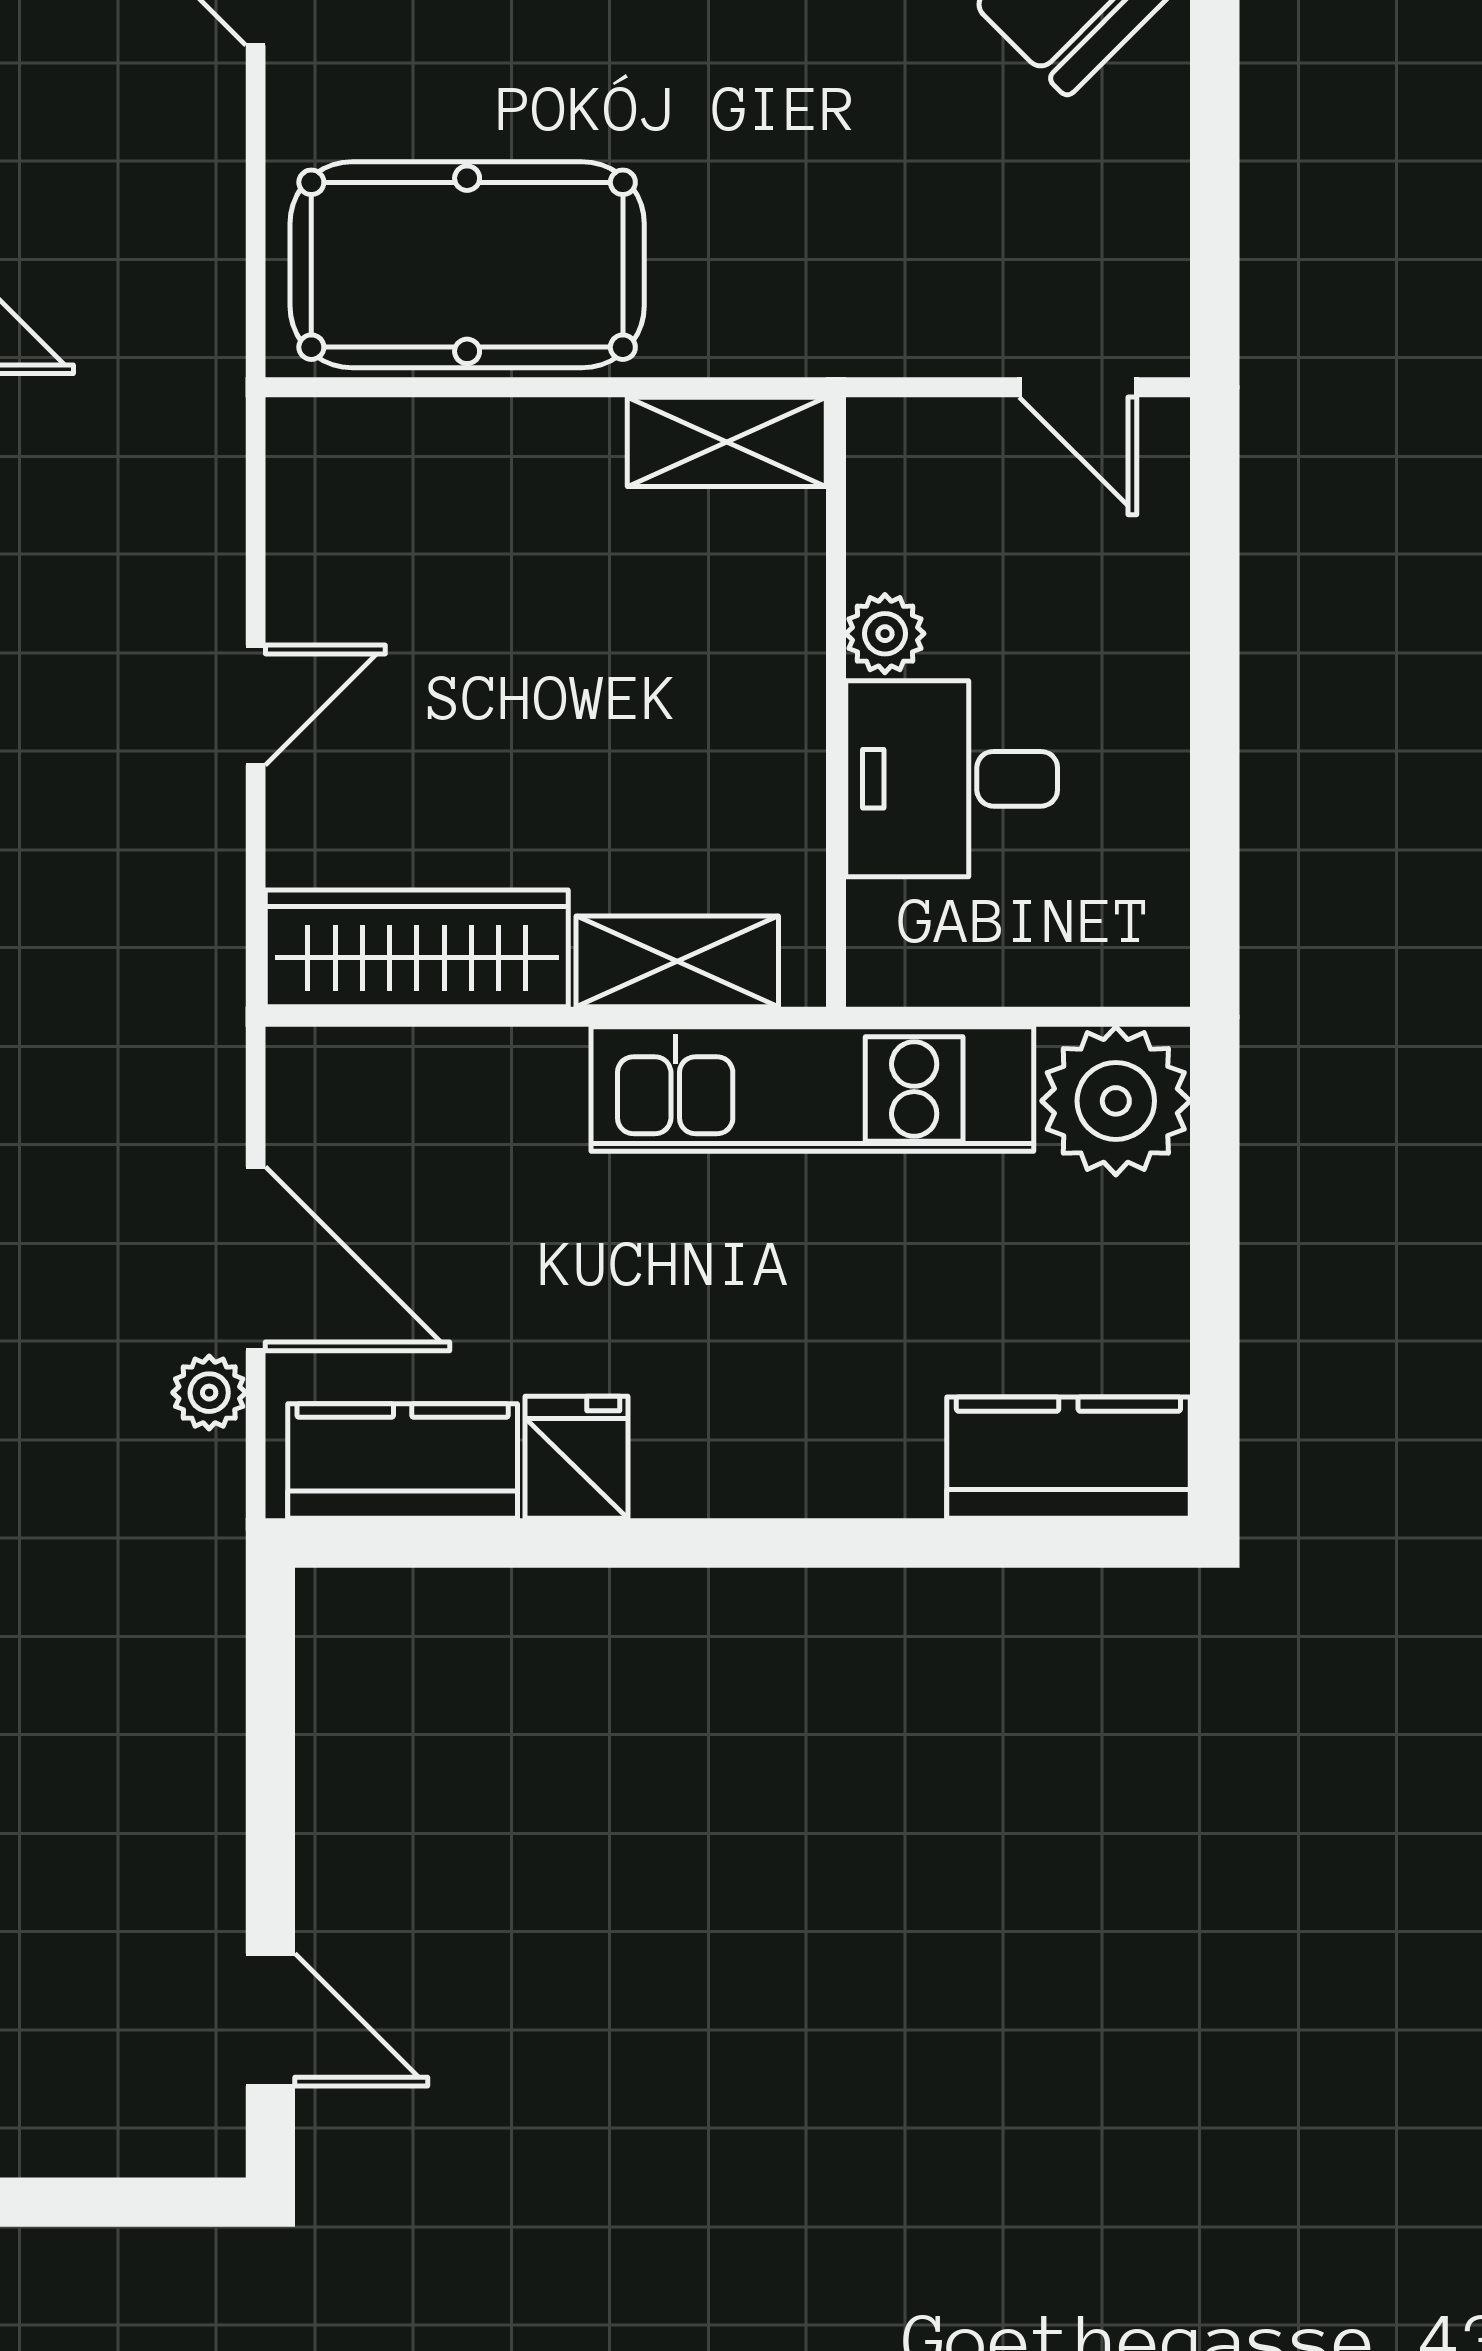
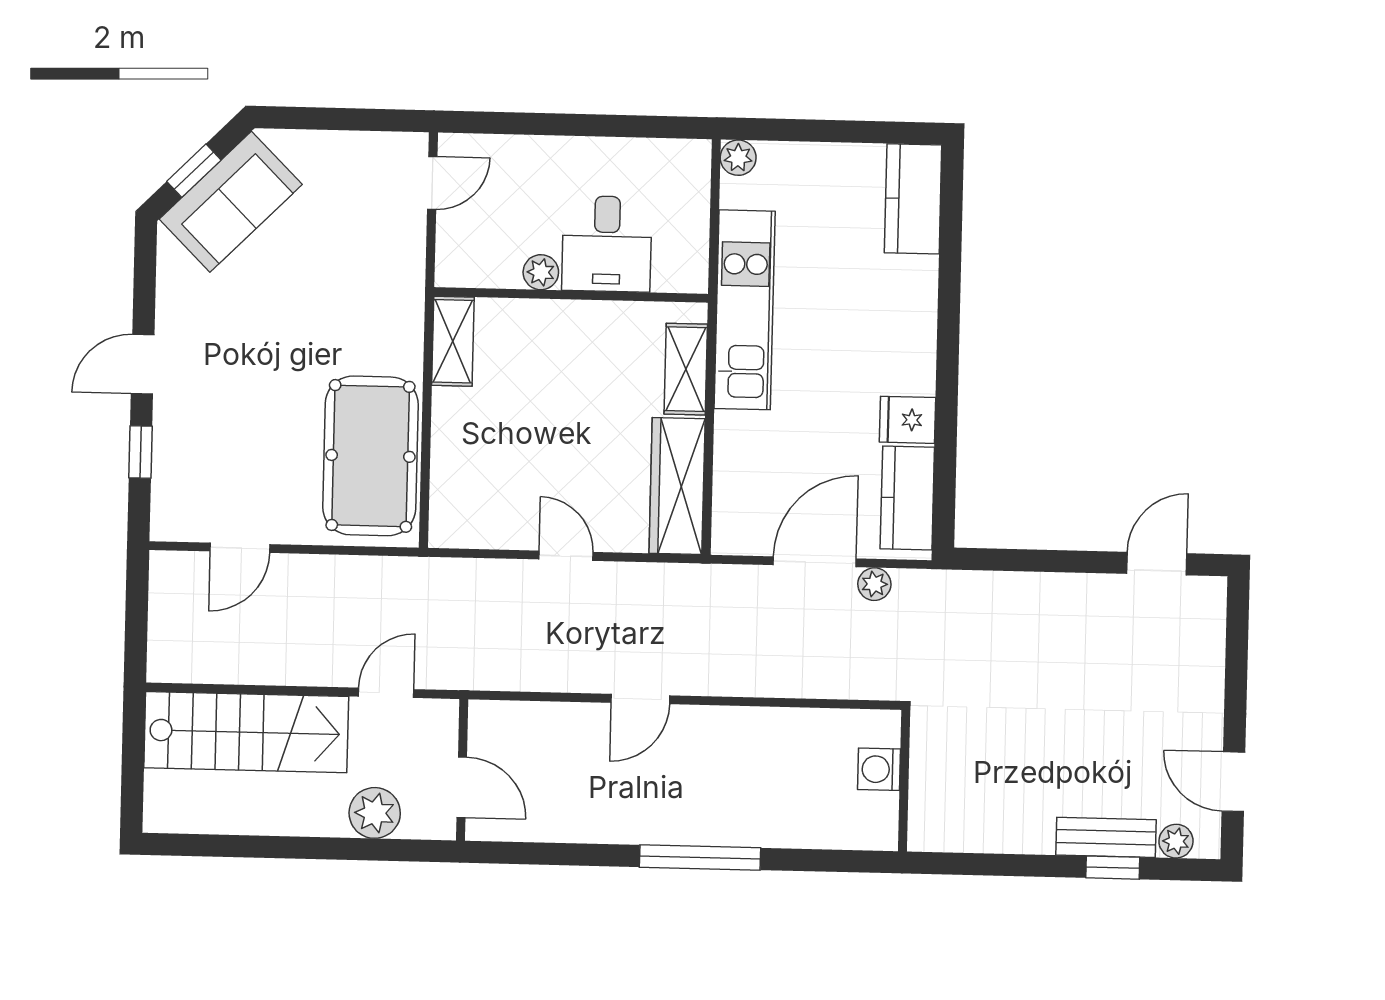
plant: (1116, 1101) -> (738, 158), width x0.53, depth x0.53

